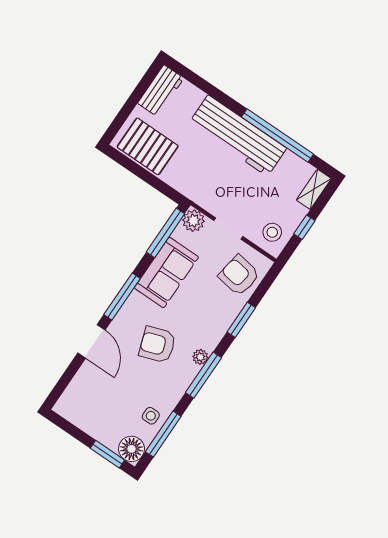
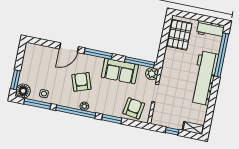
window: (277, 136) -> (221, 55), moved
stool: (272, 232) -> (163, 116), removed
window: (203, 375) -> (76, 112), width x1.46

